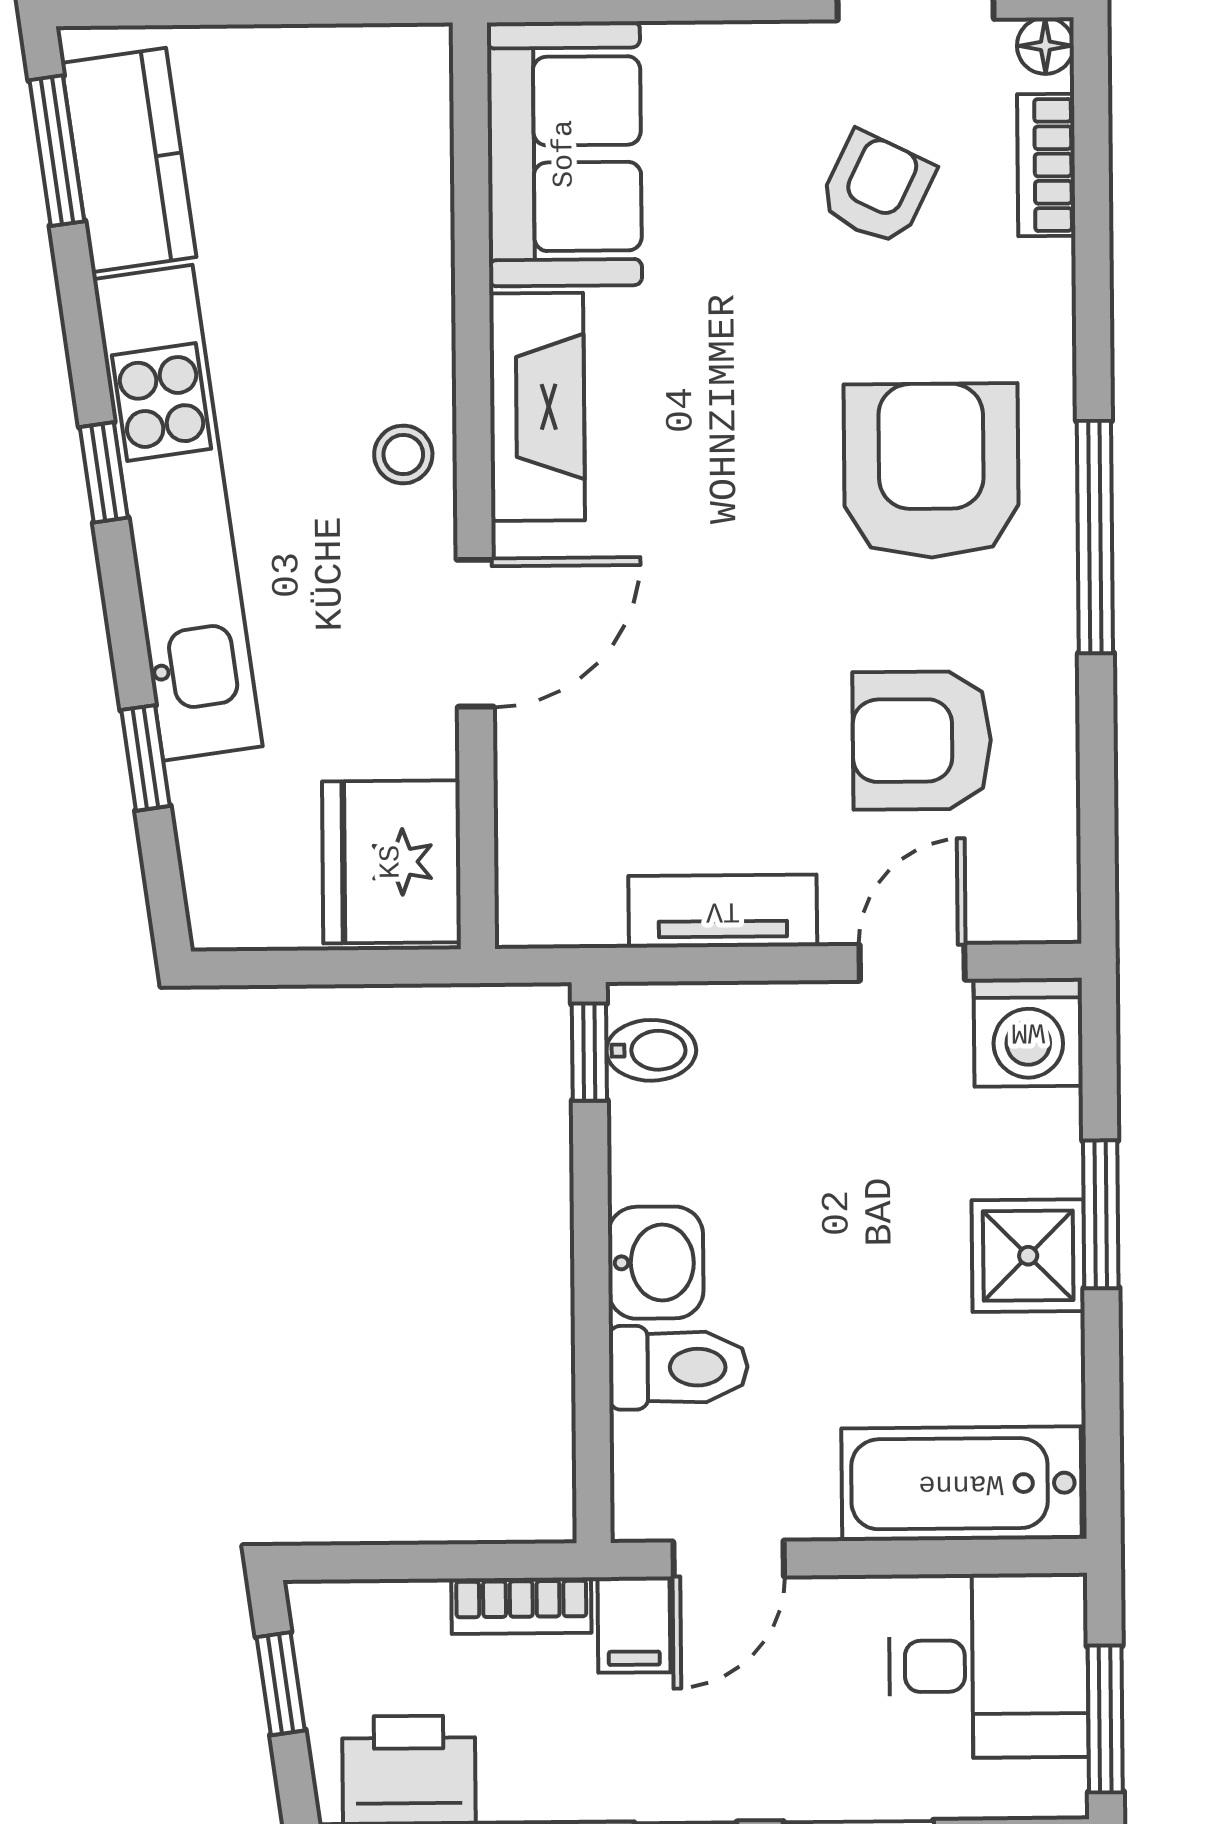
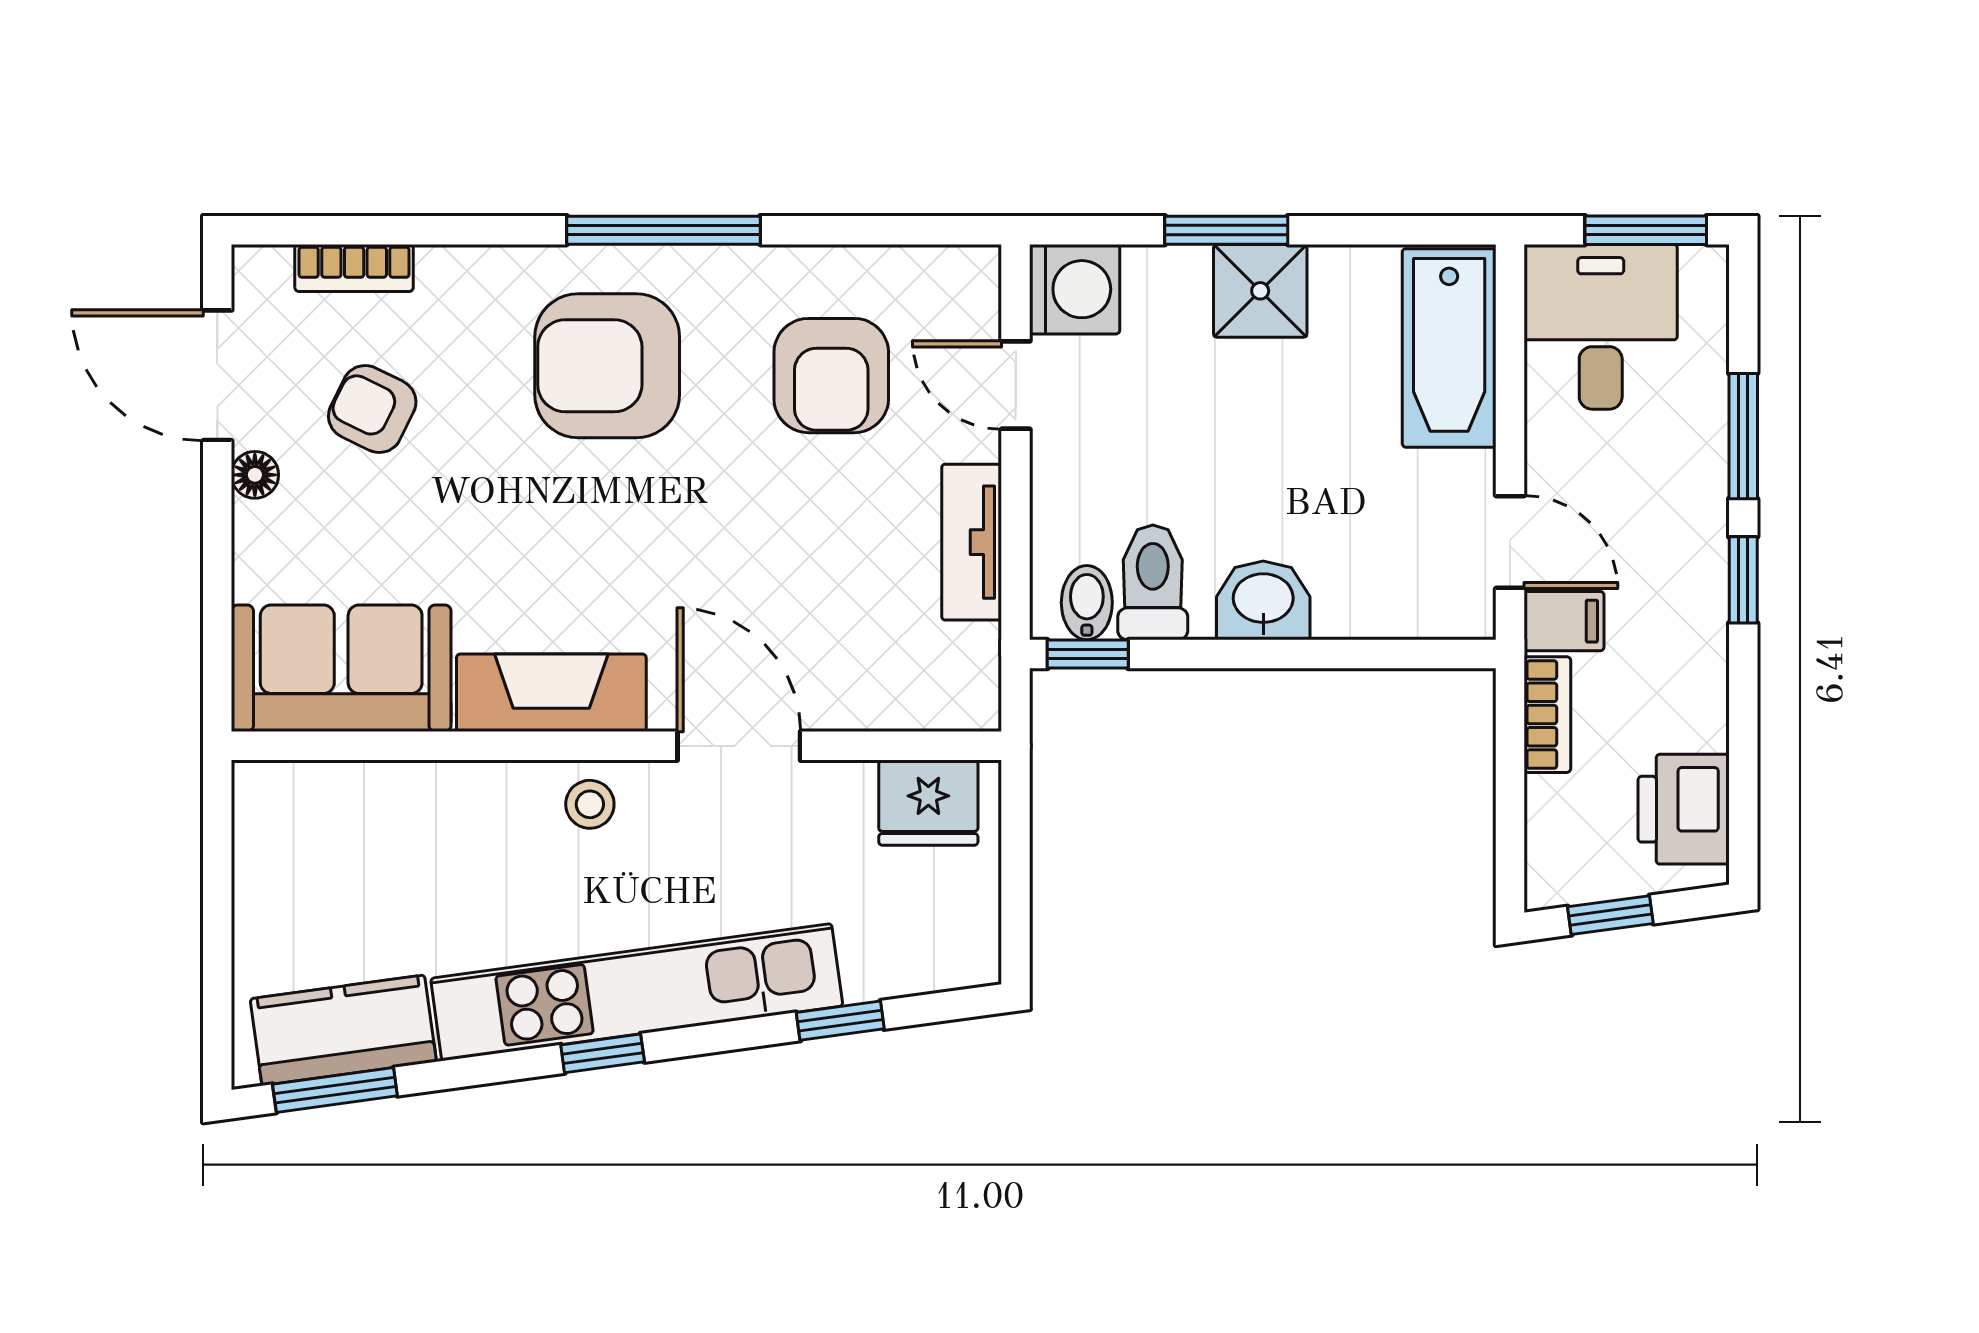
floor lamp: (1045, 46) -> (255, 475), moved
fridge: (391, 862) -> (928, 803), width x0.73, depth x0.75
toilet: (678, 1367) -> (1153, 582), moved

